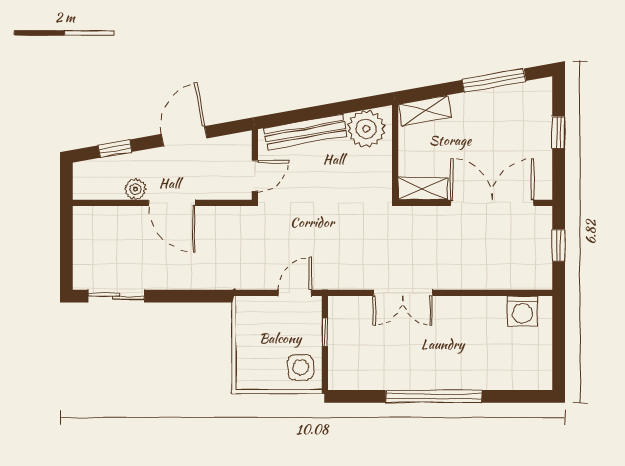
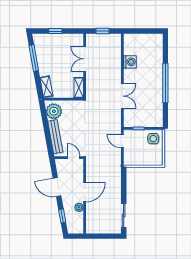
double door: (492, 203) -> (85, 59), width x0.73
washing machine: (523, 311) -> (130, 62), moved

